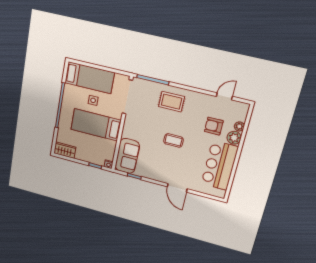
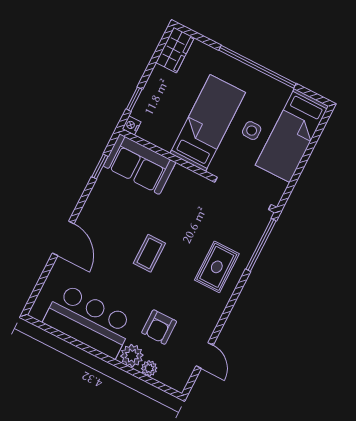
armchair: (214, 126) -> (159, 327), turned 180
door: (177, 188) -> (63, 238), swing flipped

